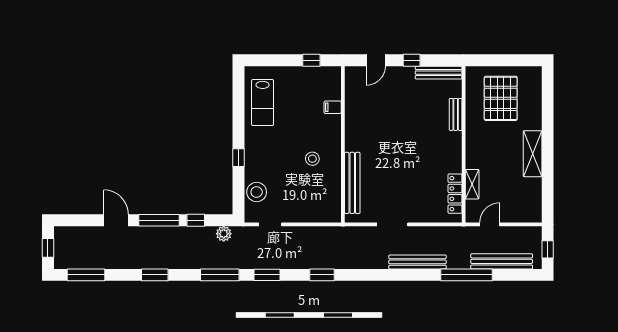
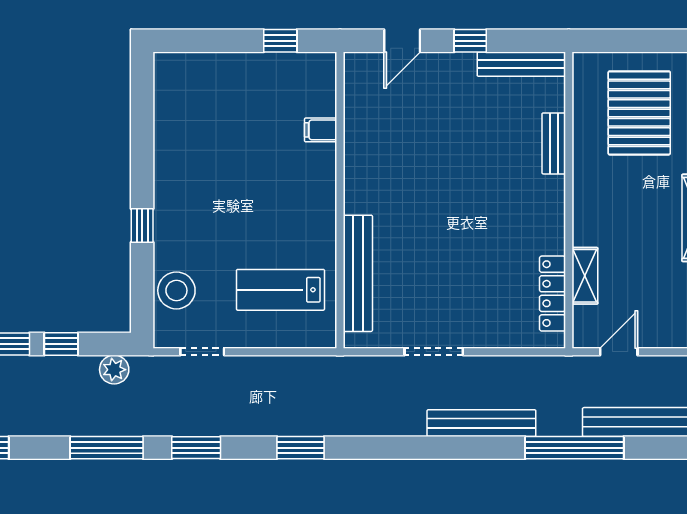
lab bench: (263, 103) -> (280, 290), moved, turned 90
stool: (312, 159) -> (282, 227), removed

